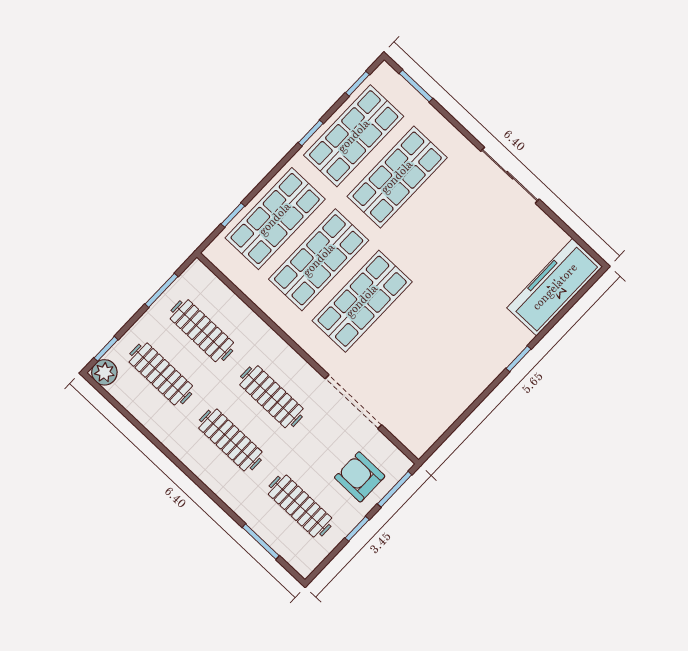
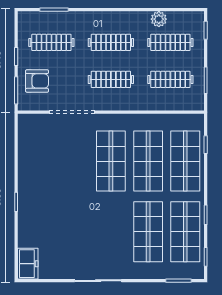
freezer: (555, 287) -> (28, 264), width x0.52, depth x0.79
plant: (104, 372) -> (159, 19), moved

